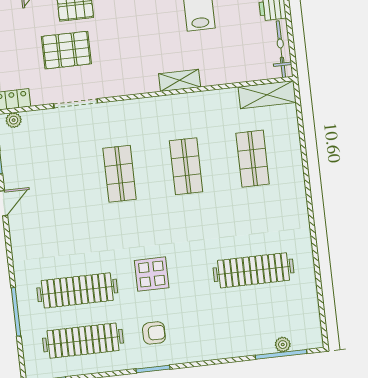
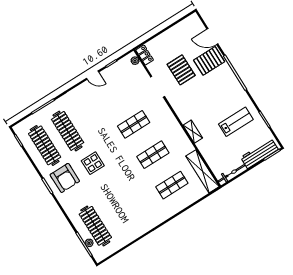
shelving: (267, 95) -> (203, 171), width x1.47
clothes rail: (254, 270) -> (95, 226), moved
armchair: (154, 333) -> (65, 178), width x1.88, depth x1.88

